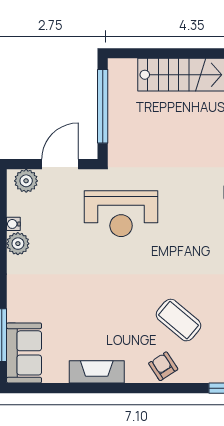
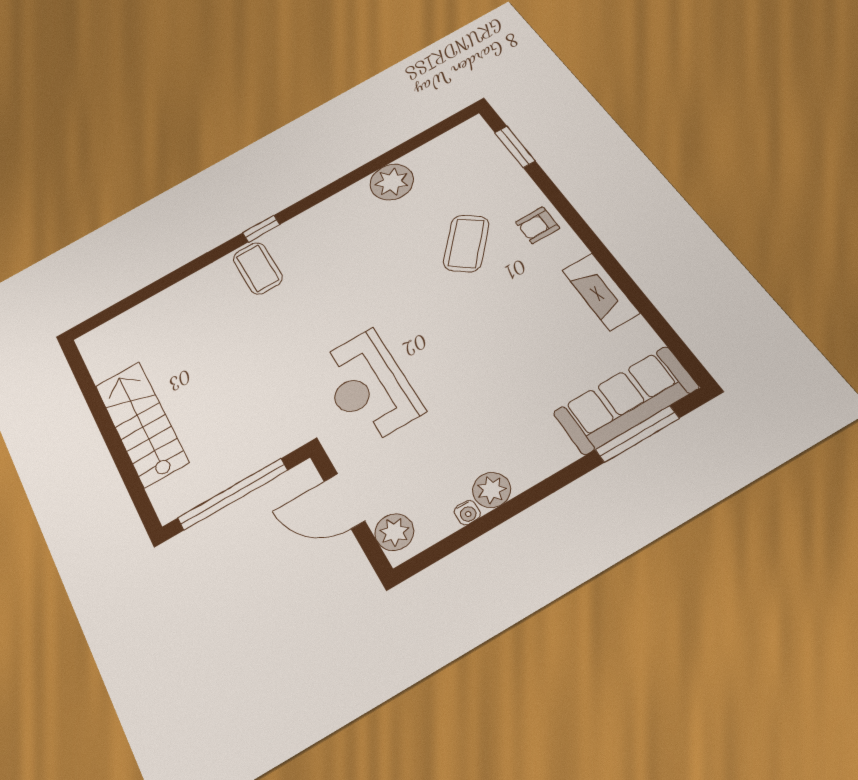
reception desk: (121, 214) -> (368, 387), turned 180
sofa: (24, 353) -> (626, 400), width x1.36
armchair: (163, 366) -> (538, 225), turned 33

